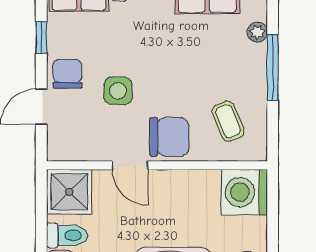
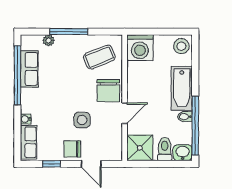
coffee table: (228, 121) -> (99, 57), width x1.36, depth x1.30
chair: (169, 137) -> (108, 91), turned 180

